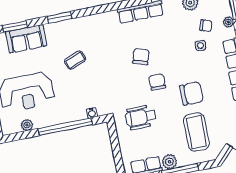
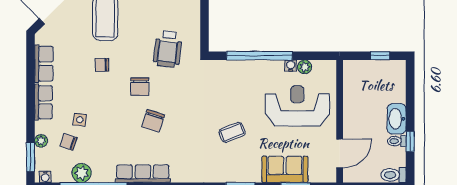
chair: (191, 94) -> (102, 65), width x0.54, depth x0.54
water cooler: (92, 113) -> (291, 66), moved
wheelchair: (141, 117) -> (168, 49), turned 97

